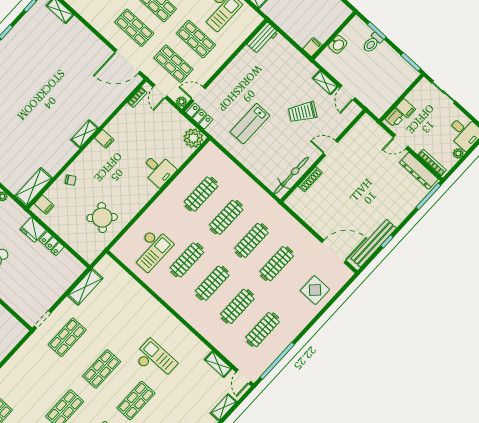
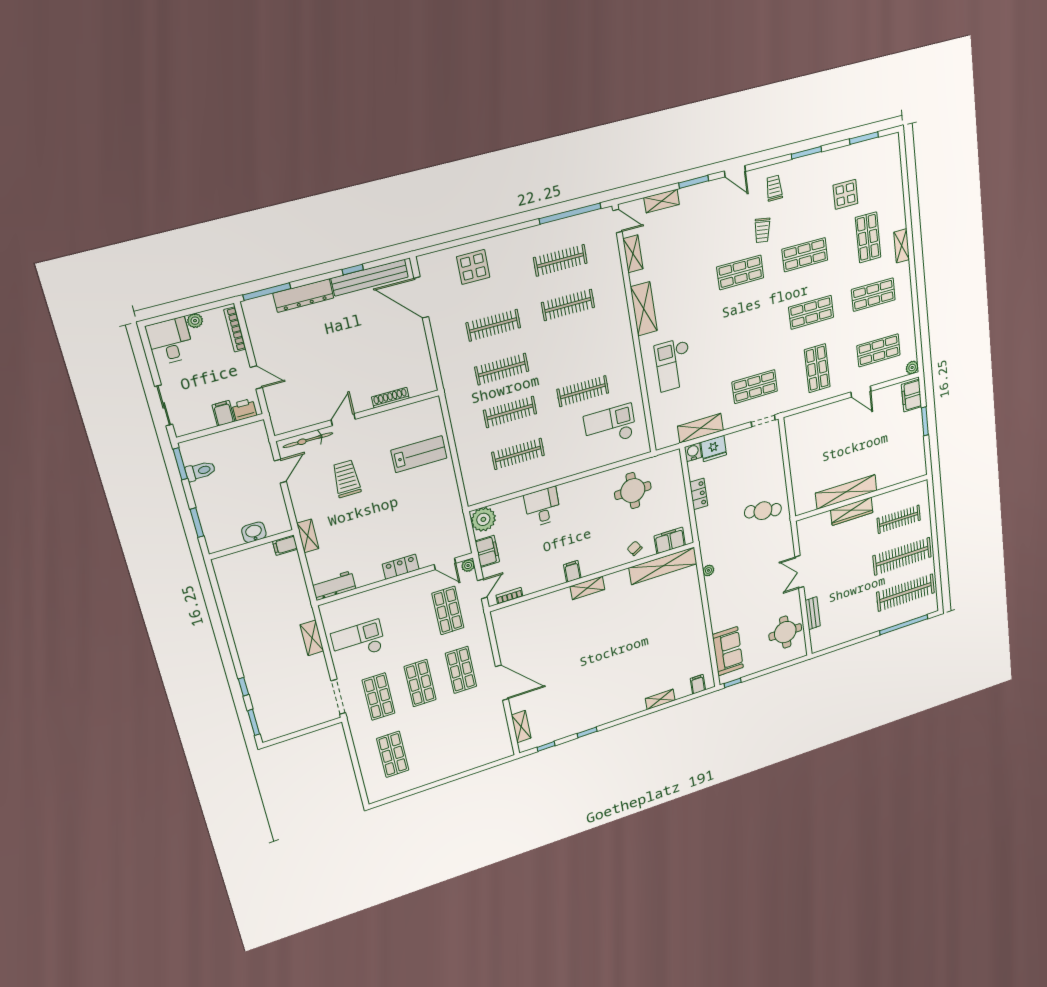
shop shelf: (196, 39) -> (406, 624), removed
toilet: (373, 43) -> (200, 471), moved
door: (128, 62) -> (502, 683), moved
shelving: (325, 83) -> (308, 536), moved
trolley: (303, 112) -> (346, 479), turned -124
locker: (199, 116) -> (401, 567), moved, turned 90
filing cabinet: (175, 119) -> (487, 551), added
lab bench: (250, 124) -> (419, 454), moved
door: (330, 148) -> (343, 420), swing flipped
dresser: (419, 171) -> (303, 296), moved, turned 90
bicycle: (291, 176) -> (308, 440), moved, width x0.73, depth x0.71
shelving: (34, 187) -> (663, 566), width x1.47
filing cabinet: (44, 205) -> (670, 541), width x2.00
round table: (102, 218) -> (633, 491), turned 45
fridge: (33, 230) -> (714, 448), moved, turned 90
water cooler: (78, 268) -> (693, 452), added
clothes rail: (212, 283) -> (575, 349), removed
shelving: (185, 336) -> (644, 309), added
checkout: (155, 360) -> (674, 365), moved
shop shelf: (102, 369) -> (817, 368), moved, turned 90
door: (243, 377) -> (617, 221), hinge flipped

